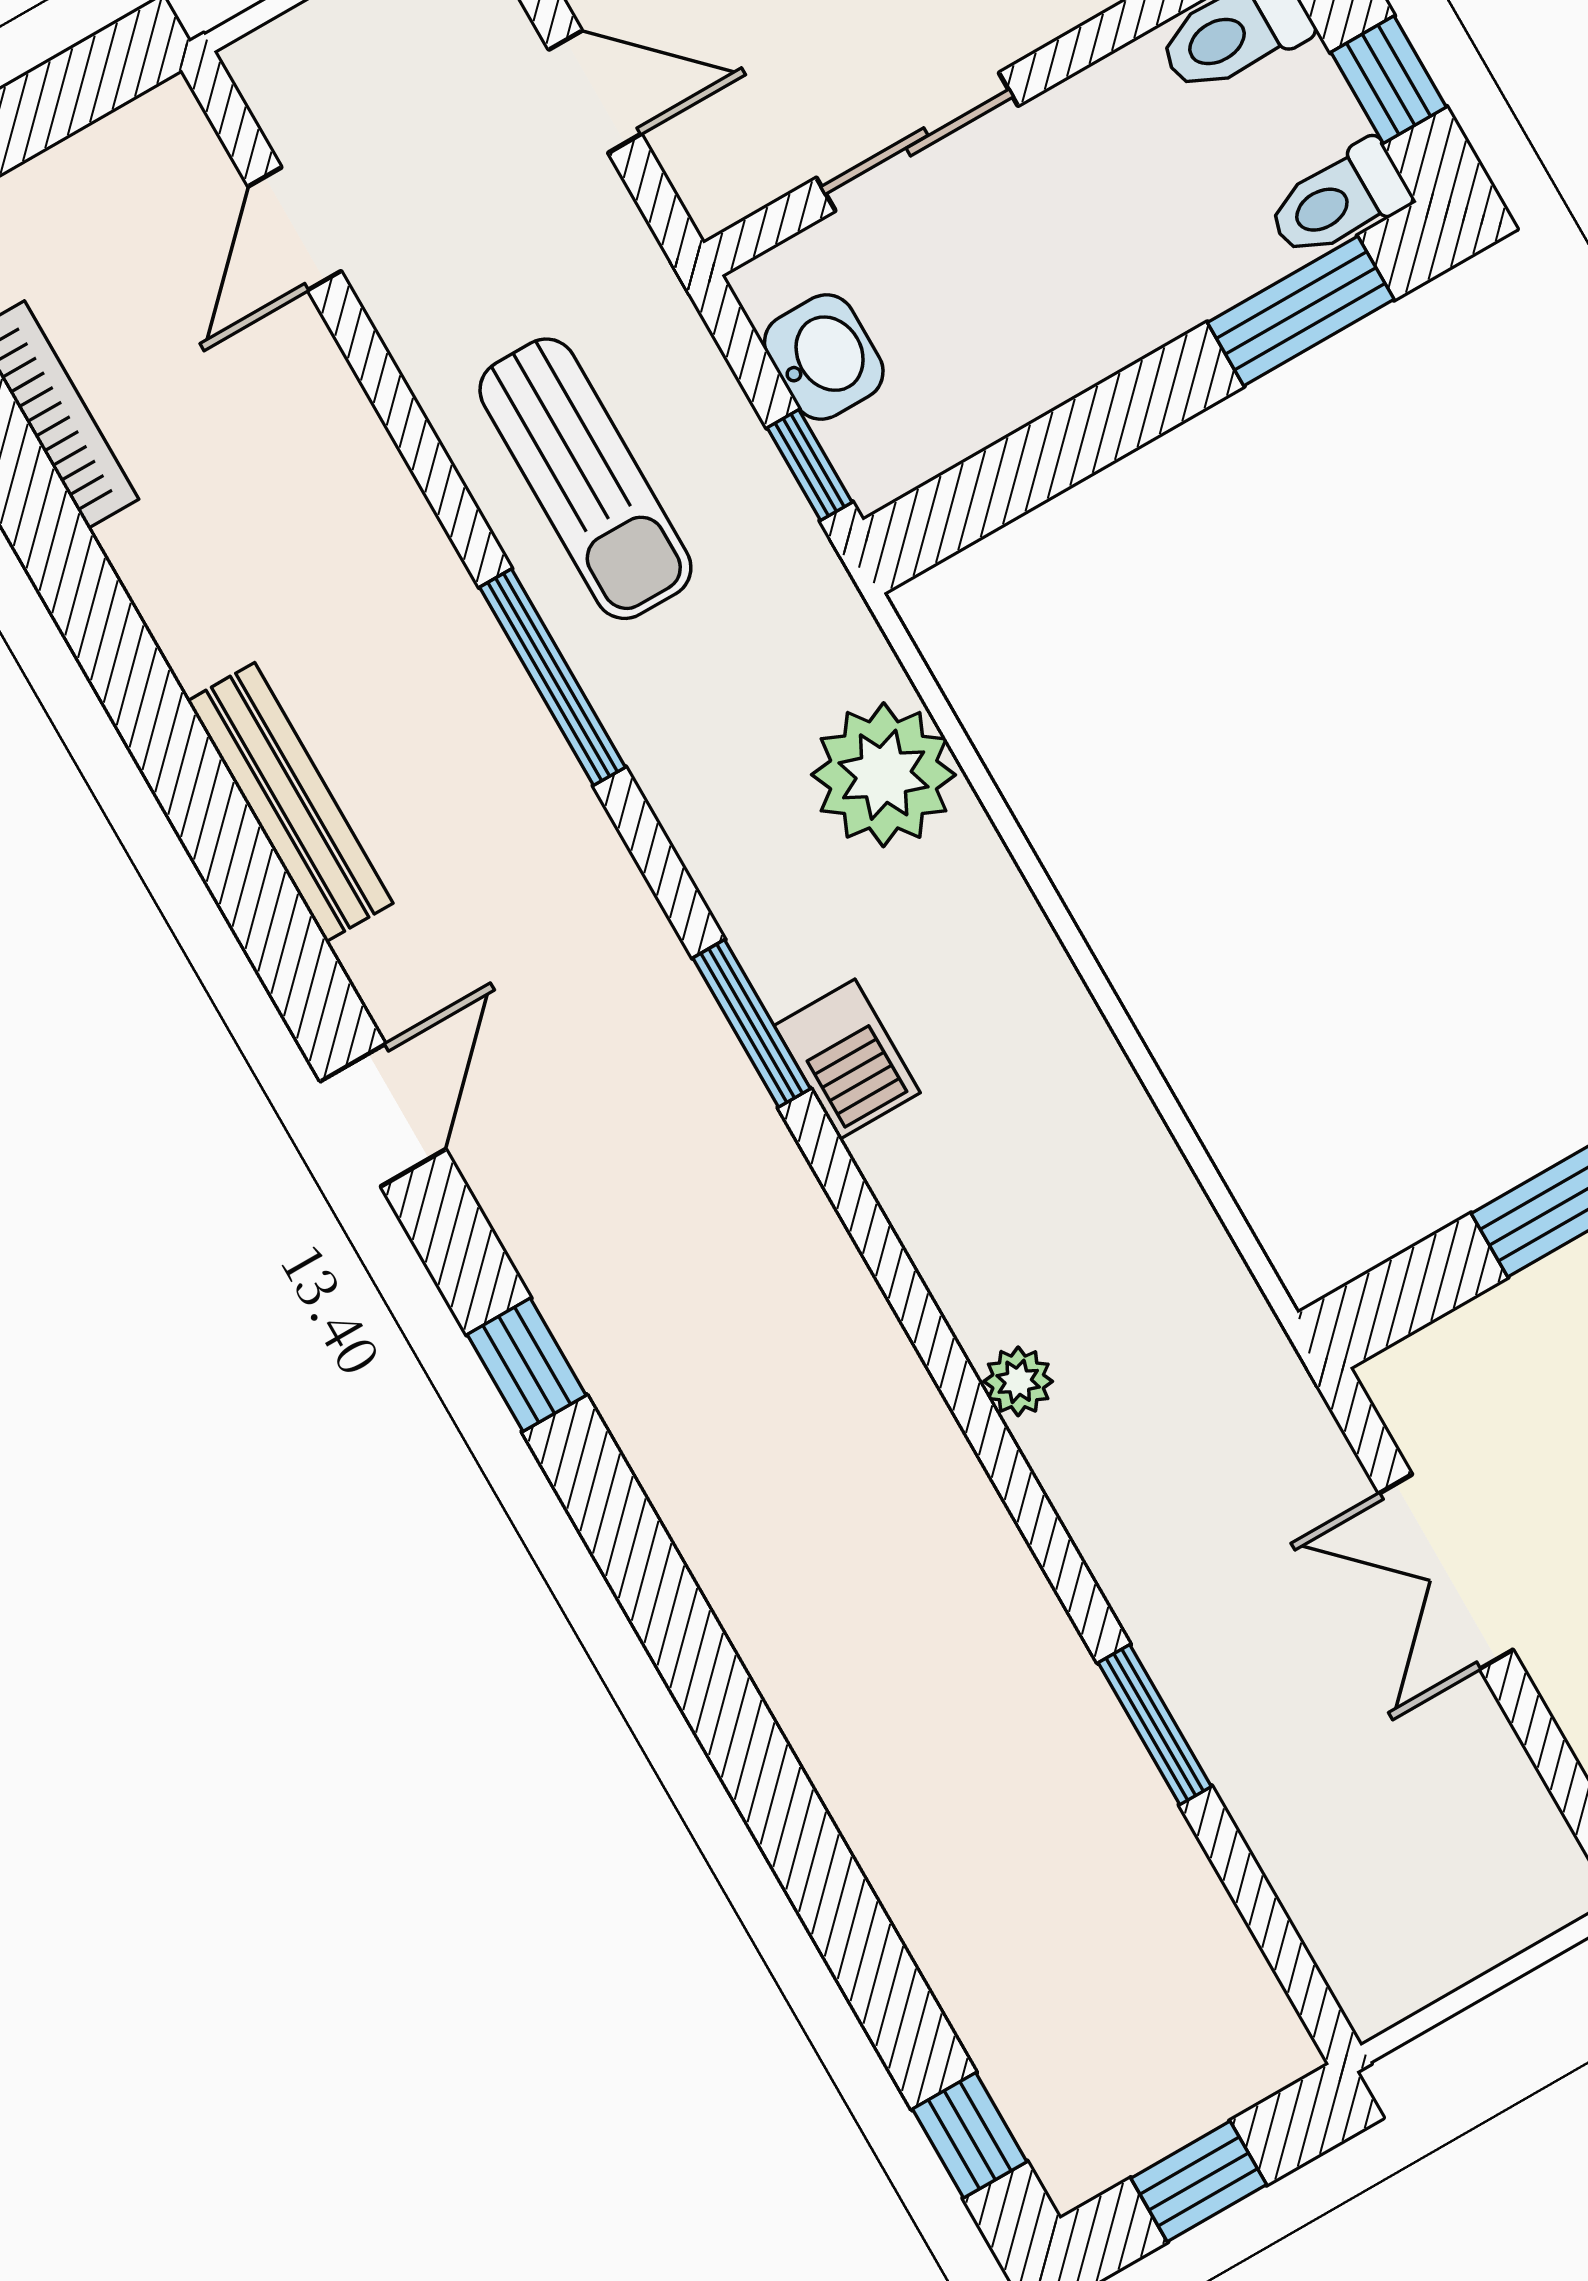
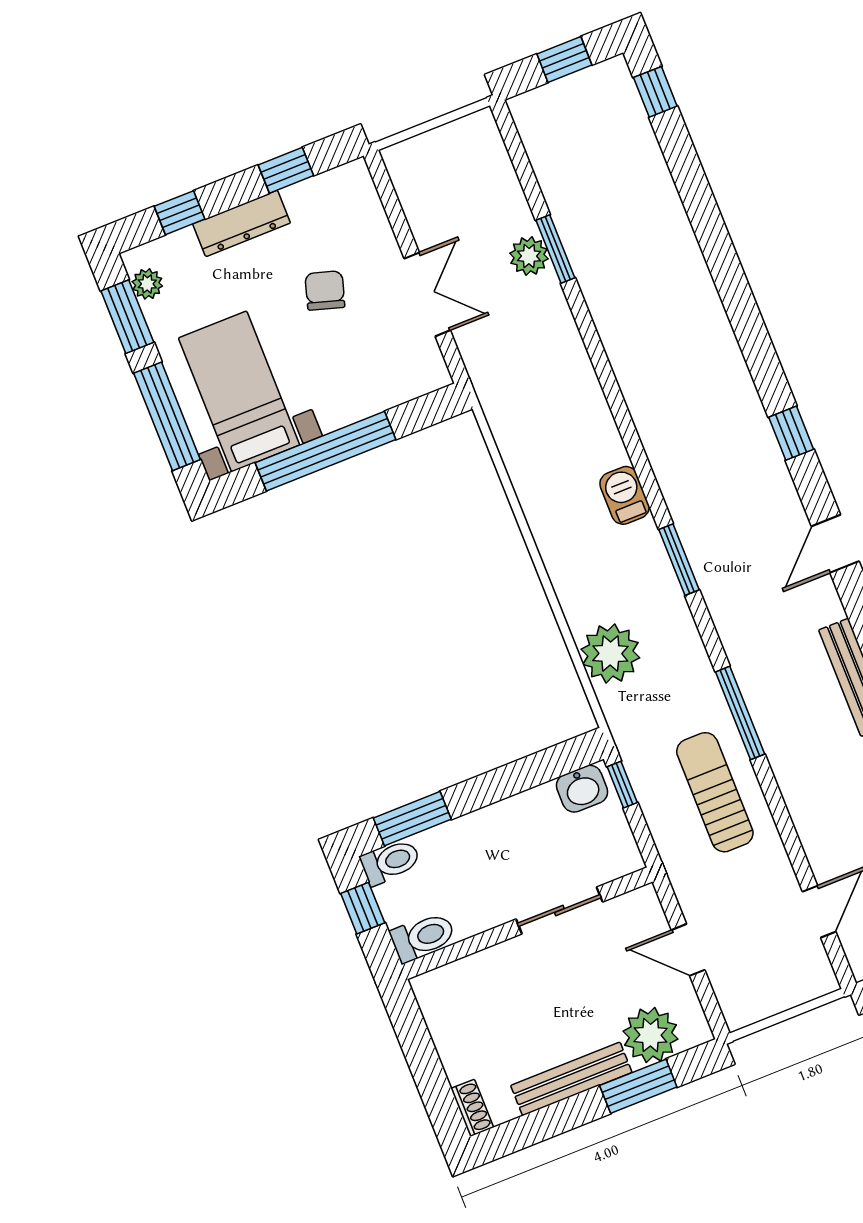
washbasin: (824, 357) -> (582, 789), moved, turned -90
barbecue: (847, 1059) -> (625, 495), moved
plant: (1018, 1381) -> (529, 256), moved, width x1.38, depth x1.38

